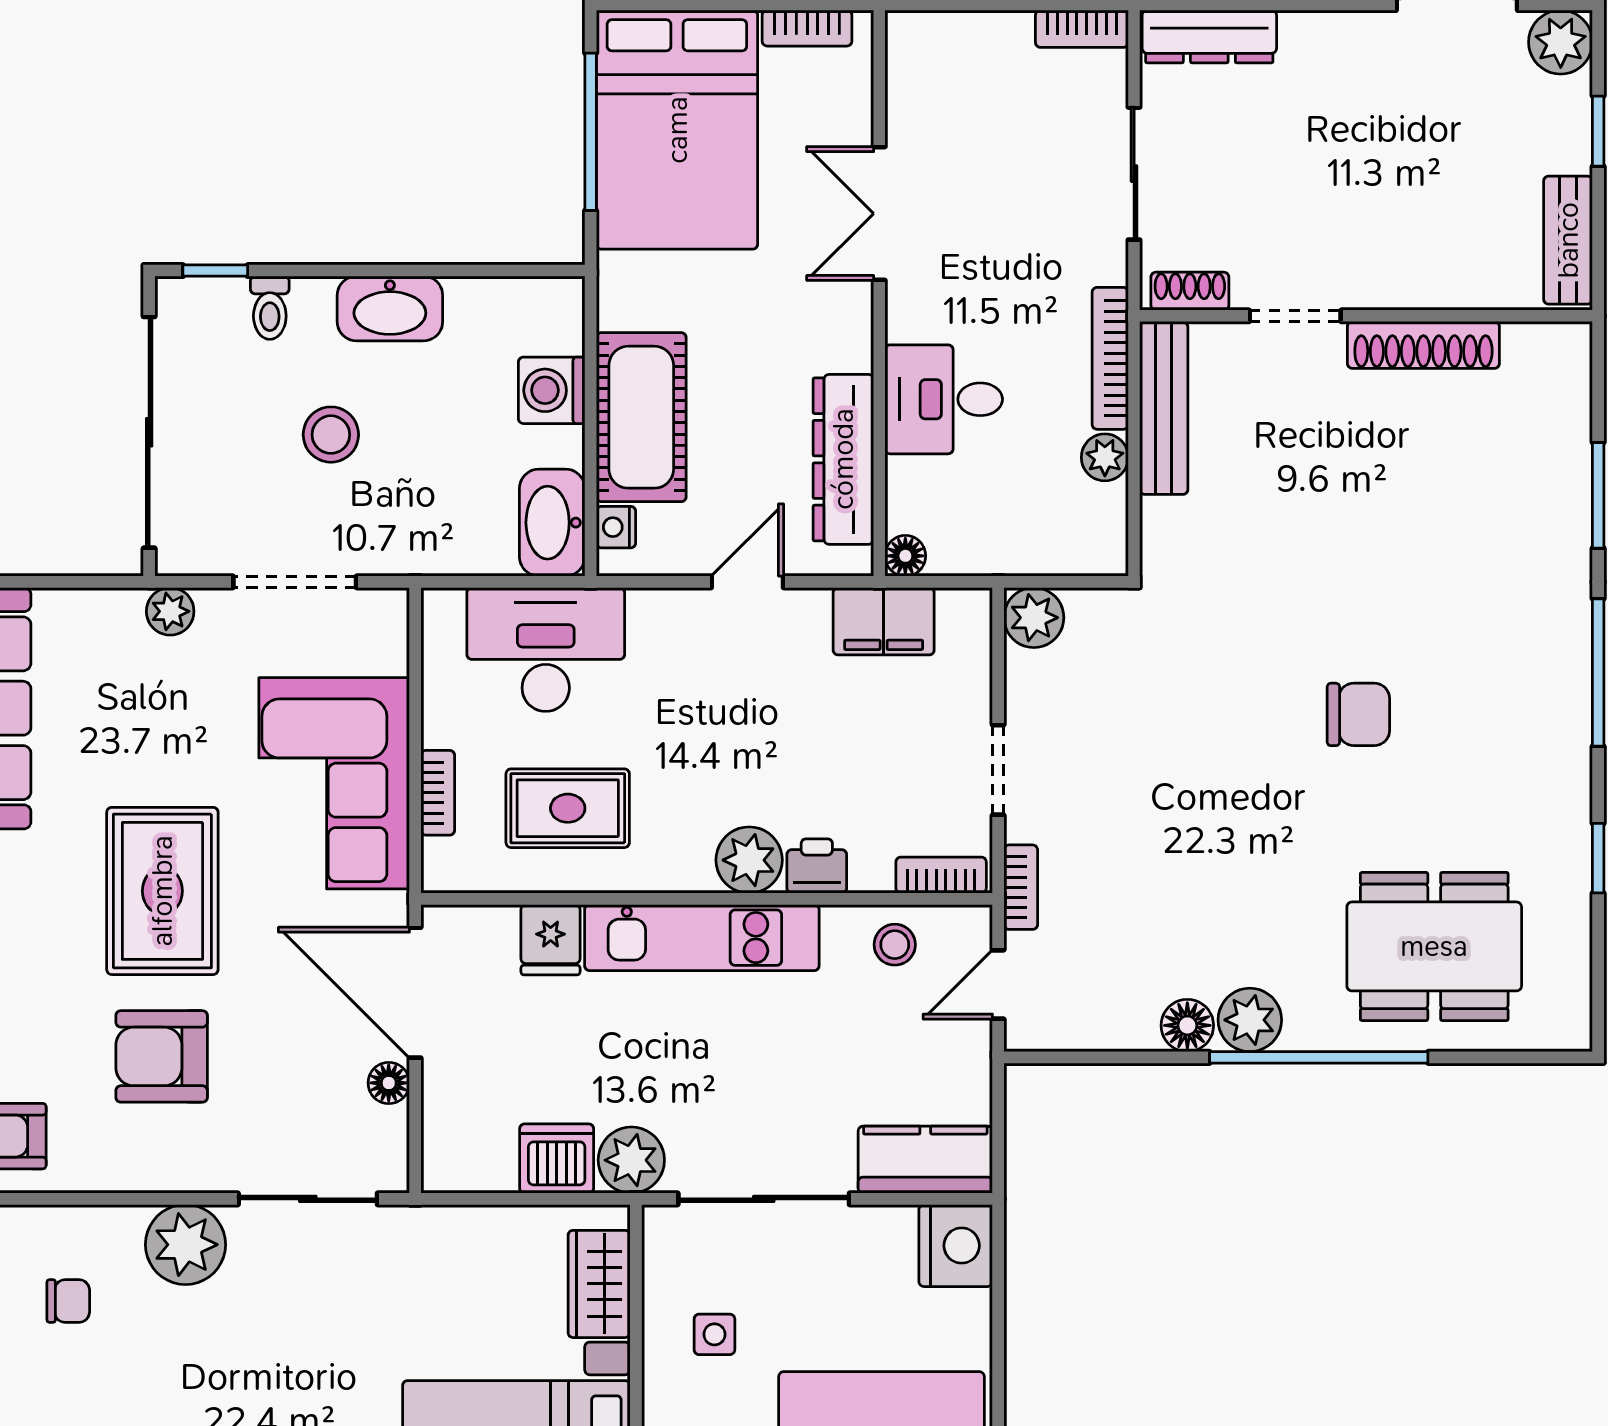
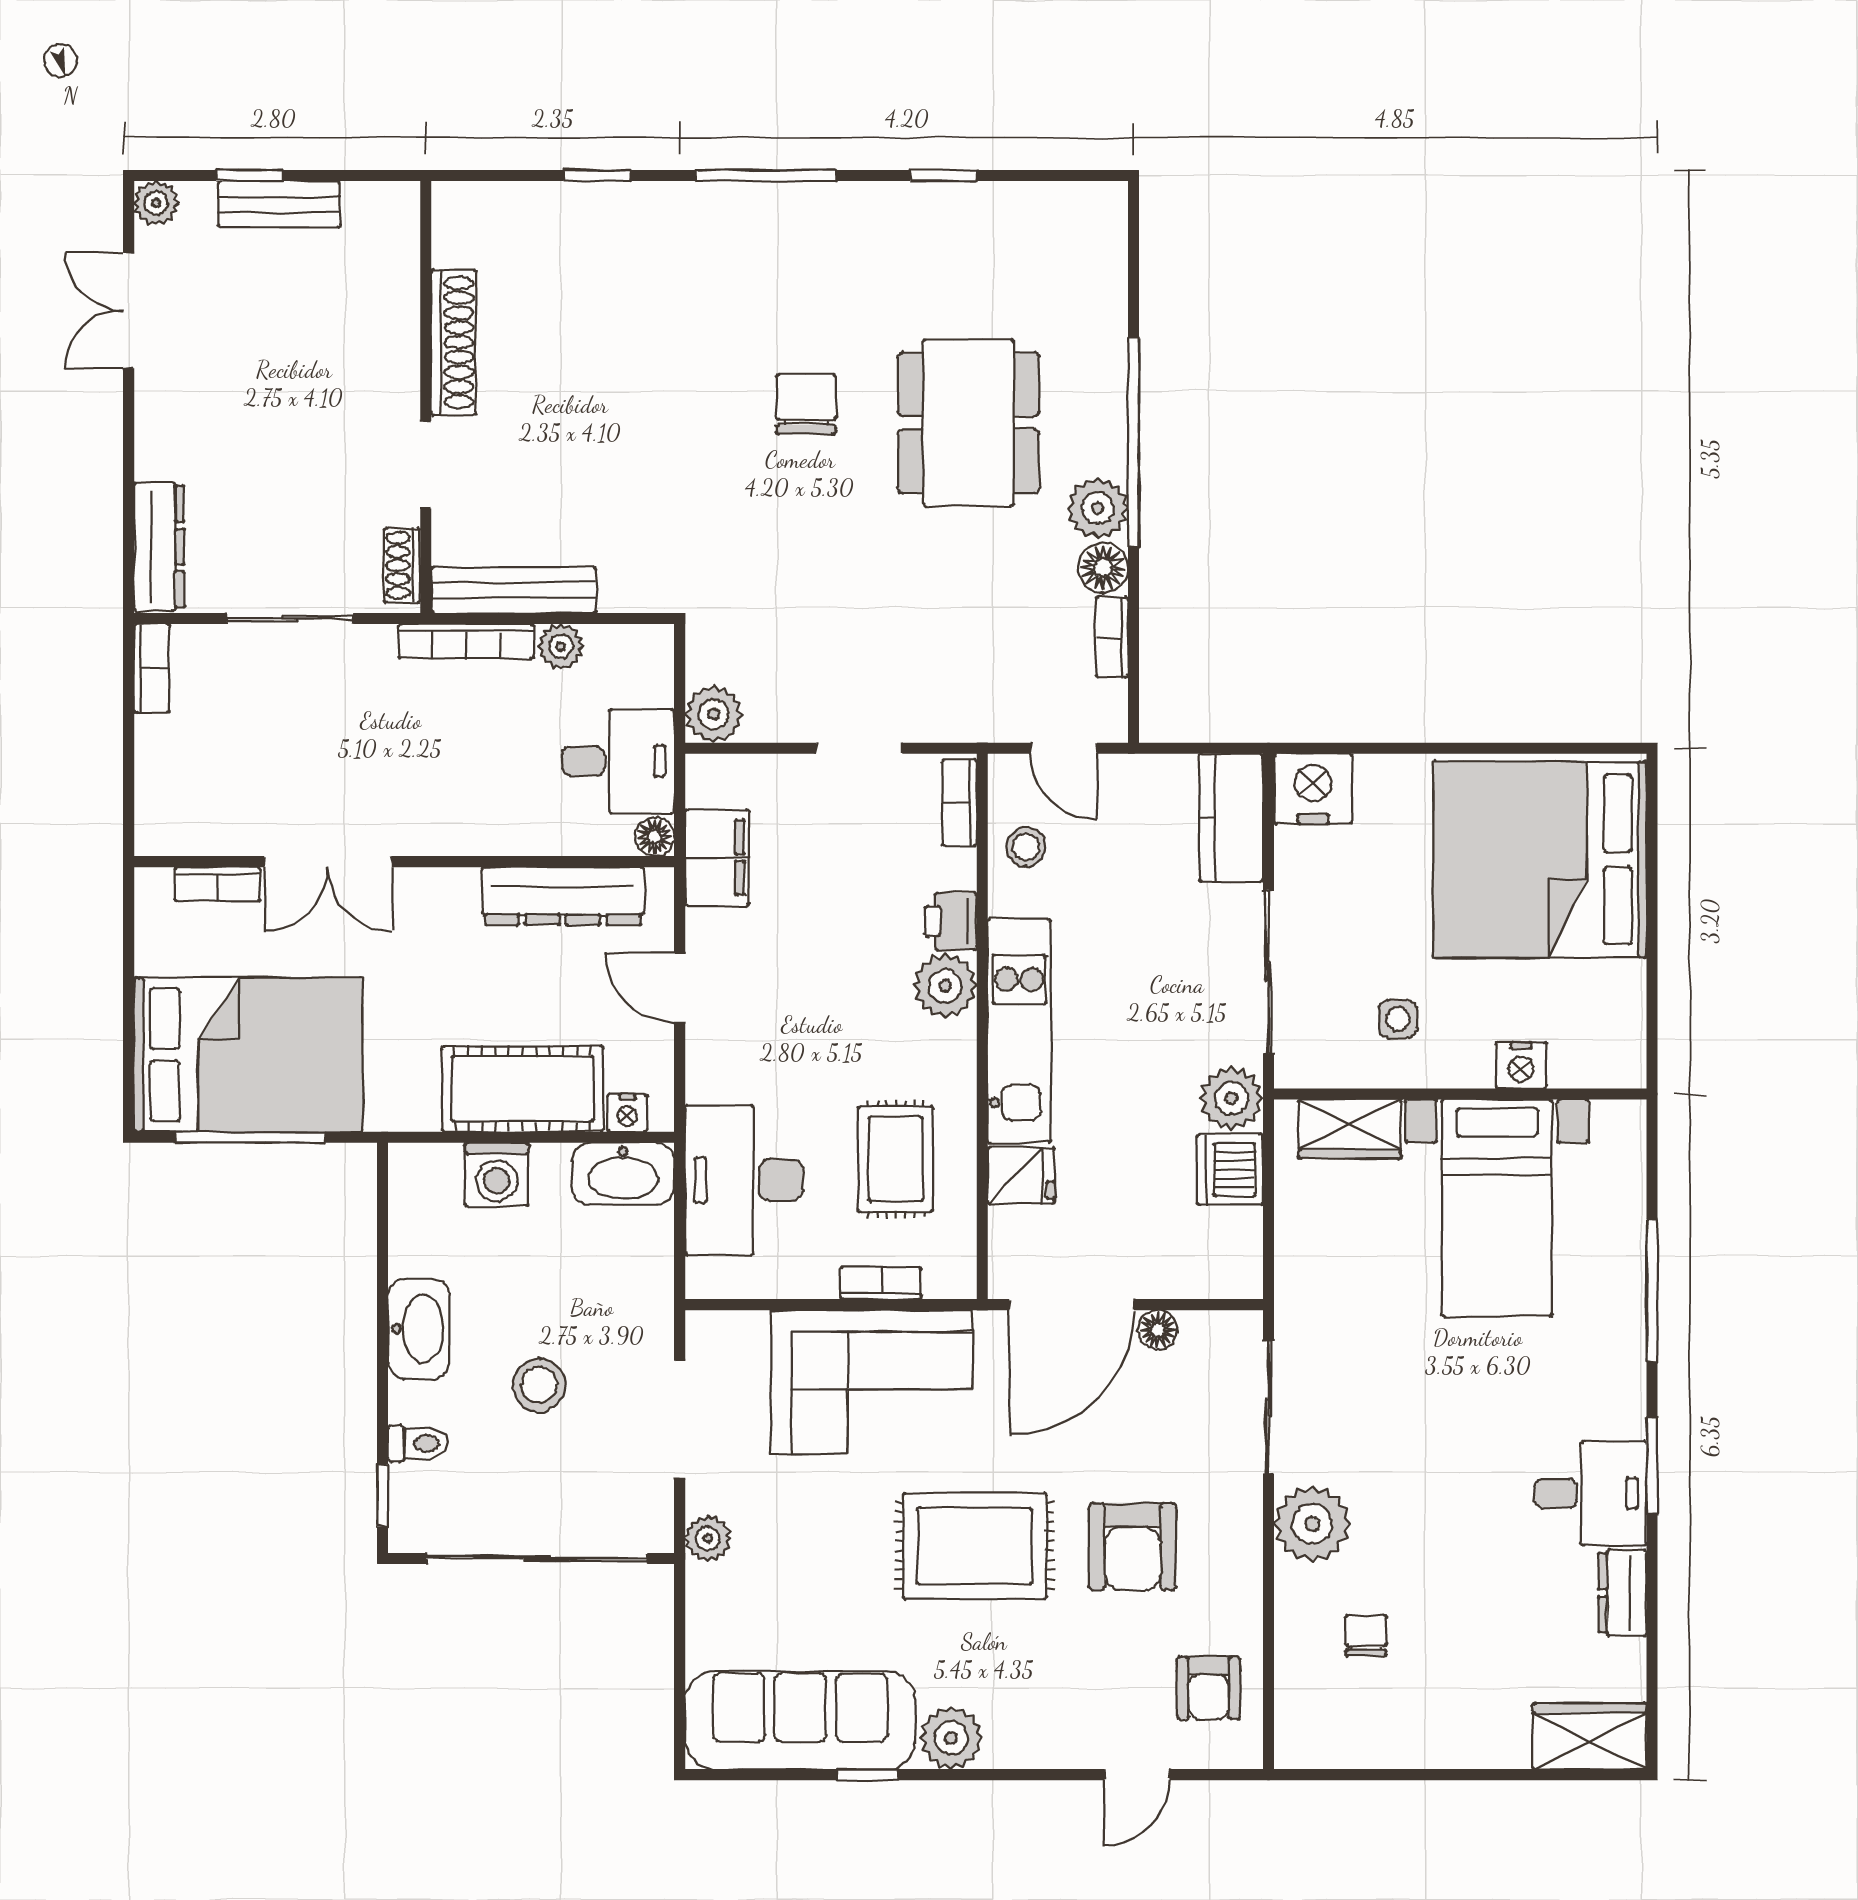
bookcase: (807, 28) -> (217, 884), moved, turned 90
plant: (1561, 42) -> (156, 203), width x0.73, depth x0.73
bench: (1568, 240) -> (279, 204), moved
desk: (944, 399) -> (618, 761), moved, turned -90
window: (1598, 495) -> (597, 176), width x0.67
bookcase: (1021, 887) -> (1112, 637), moved, turned -90
dining table: (1434, 946) -> (969, 423), moved

